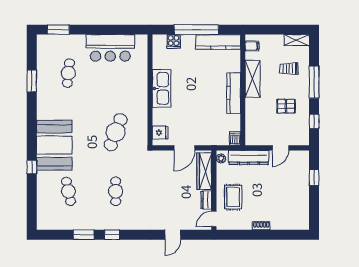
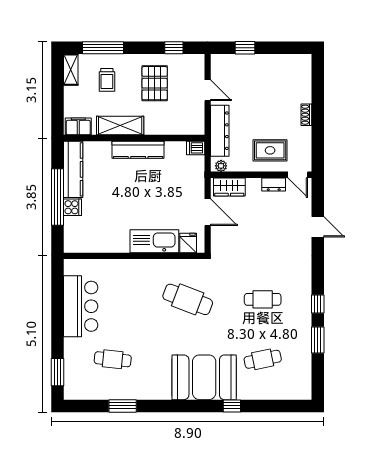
cooker: (174, 41) -> (73, 207), moved
filing cabinet: (252, 46) -> (78, 126), width x2.00
window: (314, 82) -> (103, 48), moved
kitchen sink: (162, 88) -> (154, 241), moved
pallet: (286, 106) -> (155, 83), width x1.50, depth x1.42
wardrobe: (204, 171) -> (229, 187), width x0.67

